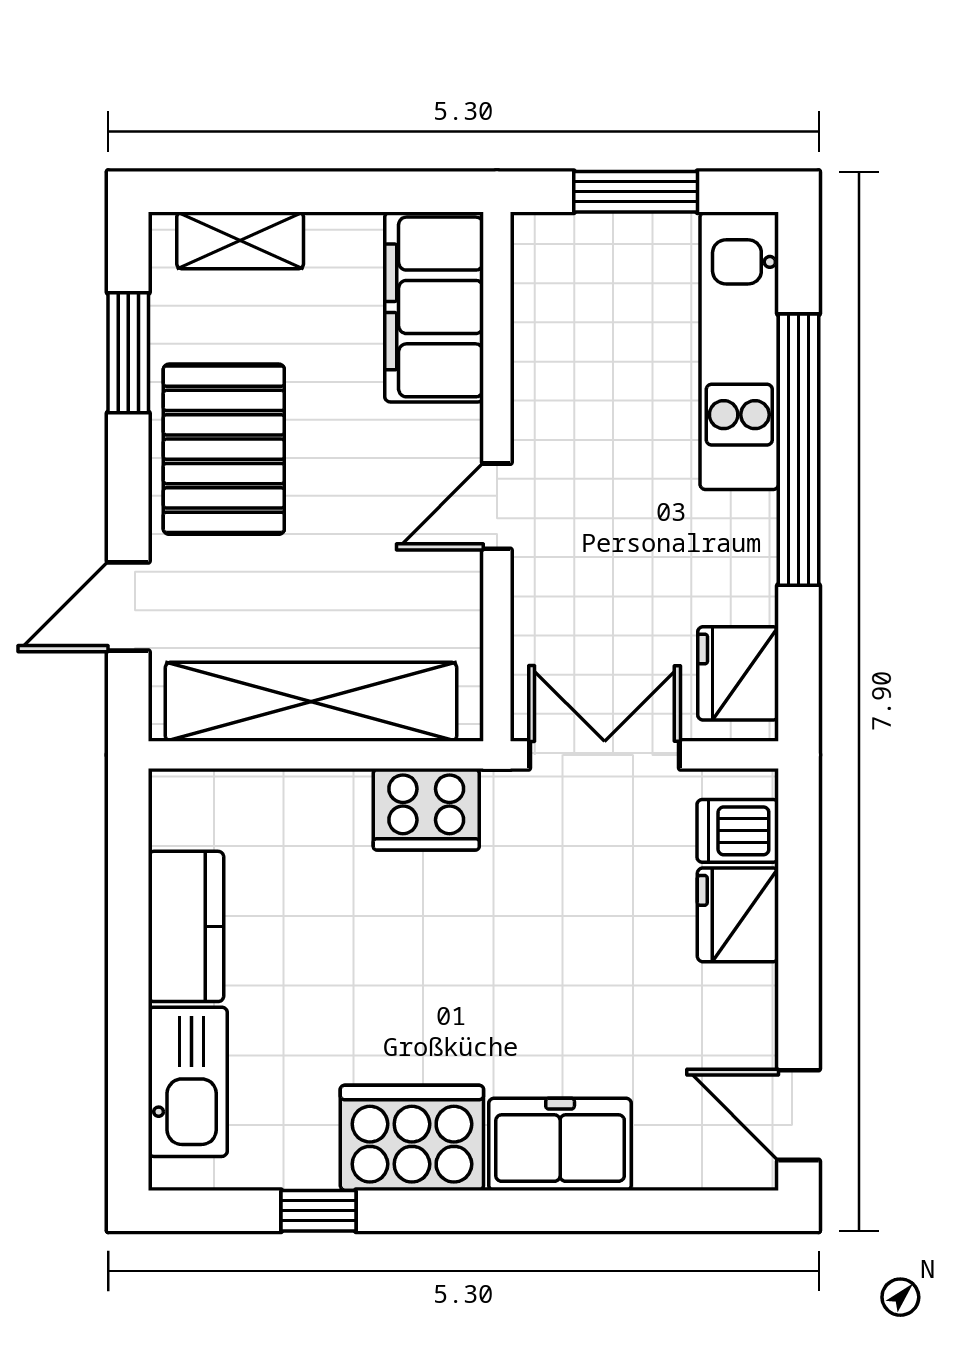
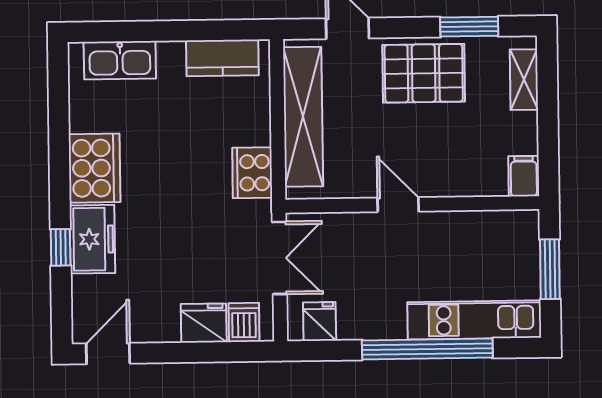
filing cabinet: (434, 307) -> (524, 176), width x0.33, depth x0.86
fridge: (738, 673) -> (320, 321), width x0.72
kitchen counter: (186, 926) -> (222, 58), moved
window: (318, 1211) -> (61, 247), moved

